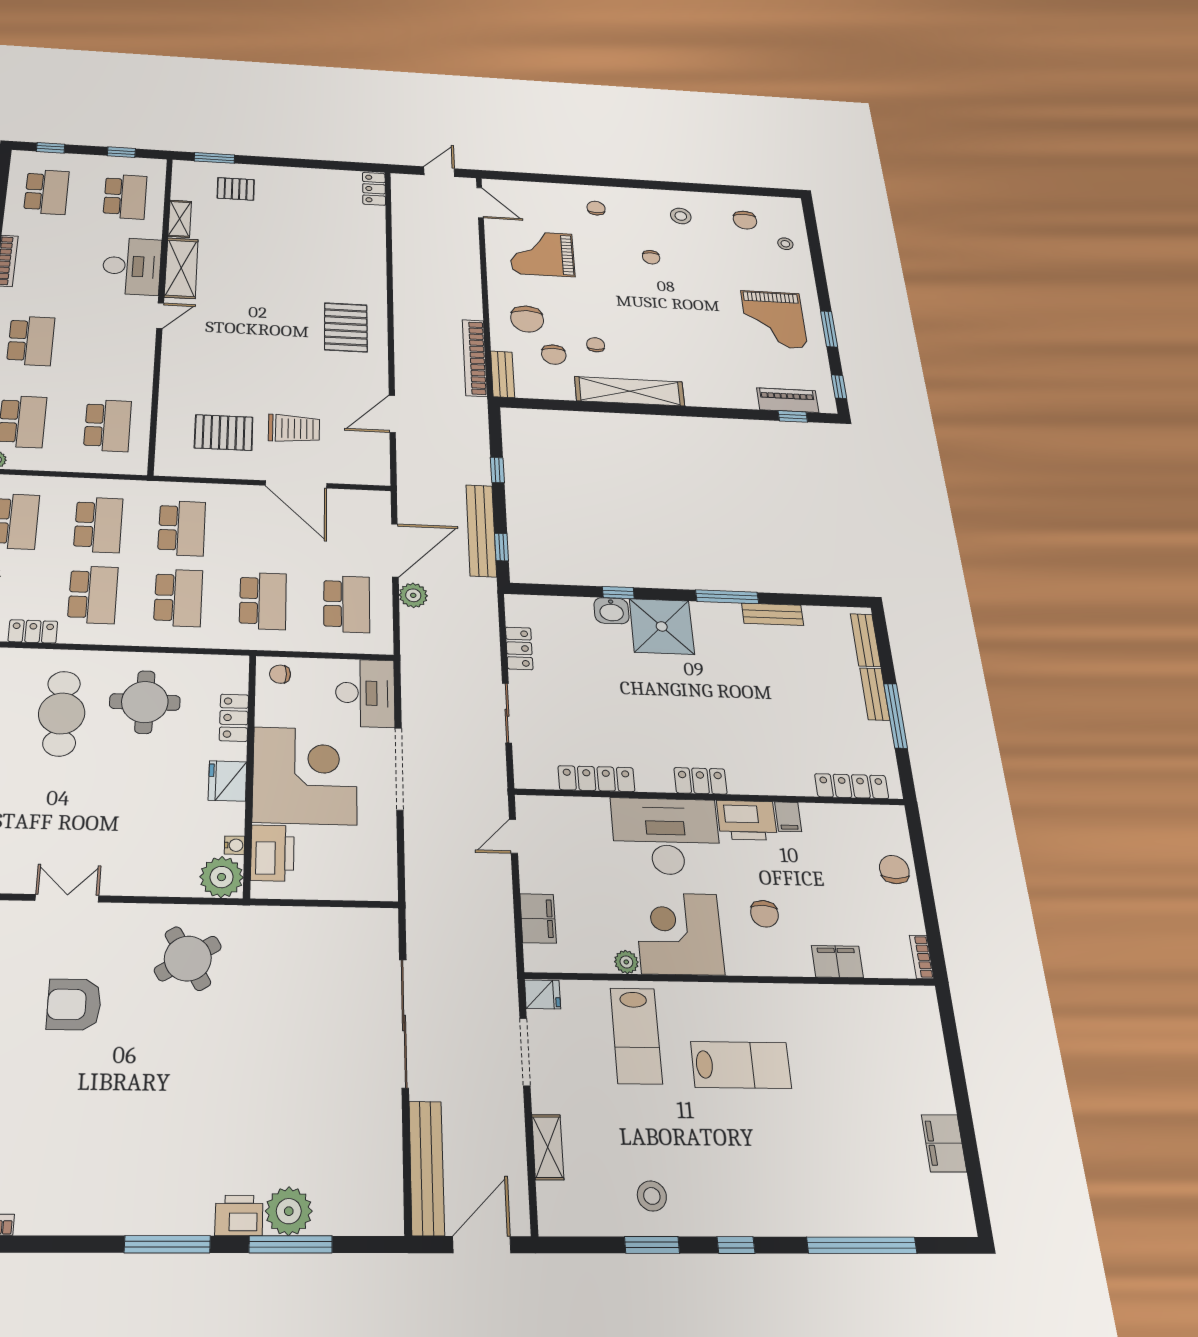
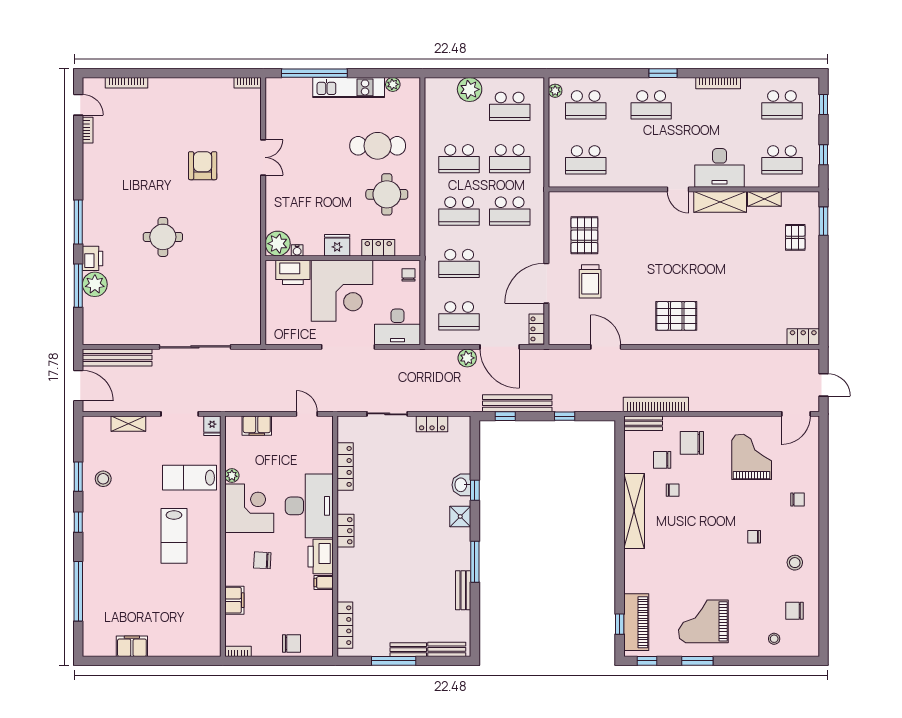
piano: (788, 400) -> (636, 622), width x1.37, depth x1.33
shower: (662, 626) -> (460, 516), width x0.54, depth x0.54
locker: (33, 631) -> (537, 329), moved, turned 180
round table: (188, 959) -> (163, 237), moved, turned 31

